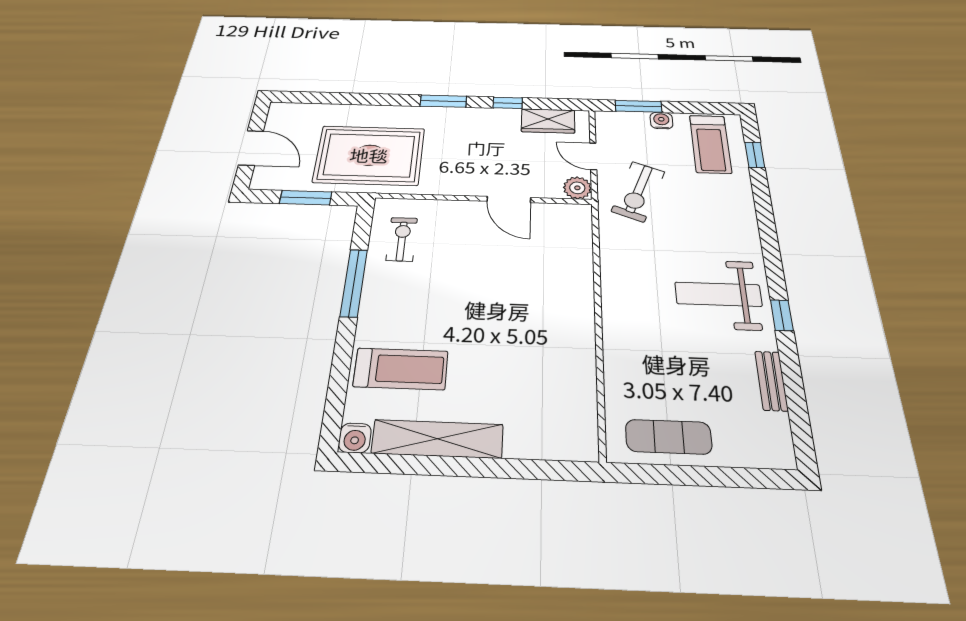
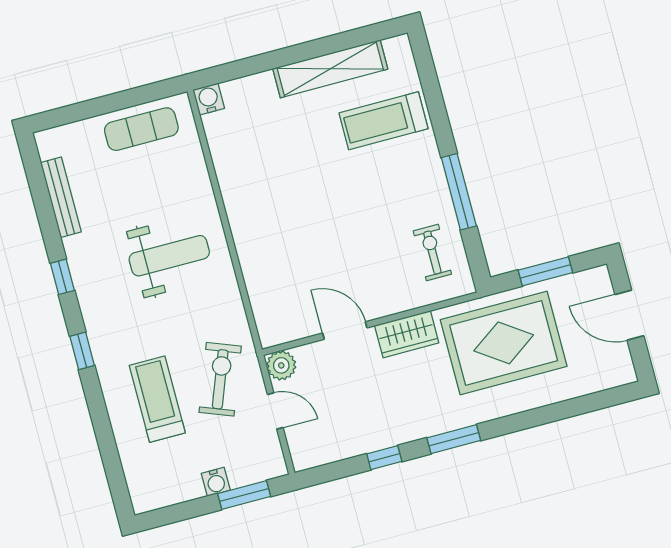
wardrobe: (548, 121) -> (407, 334), moved, turned 180
treadmill: (710, 144) -> (157, 399), moved
window: (755, 155) -> (82, 351), moved
exercise bike: (402, 239) -> (432, 252), turned 180
weight bench: (718, 294) -> (169, 256), moved
bench: (771, 381) -> (61, 197), width x1.36
water cooler: (355, 438) -> (209, 99), moved

